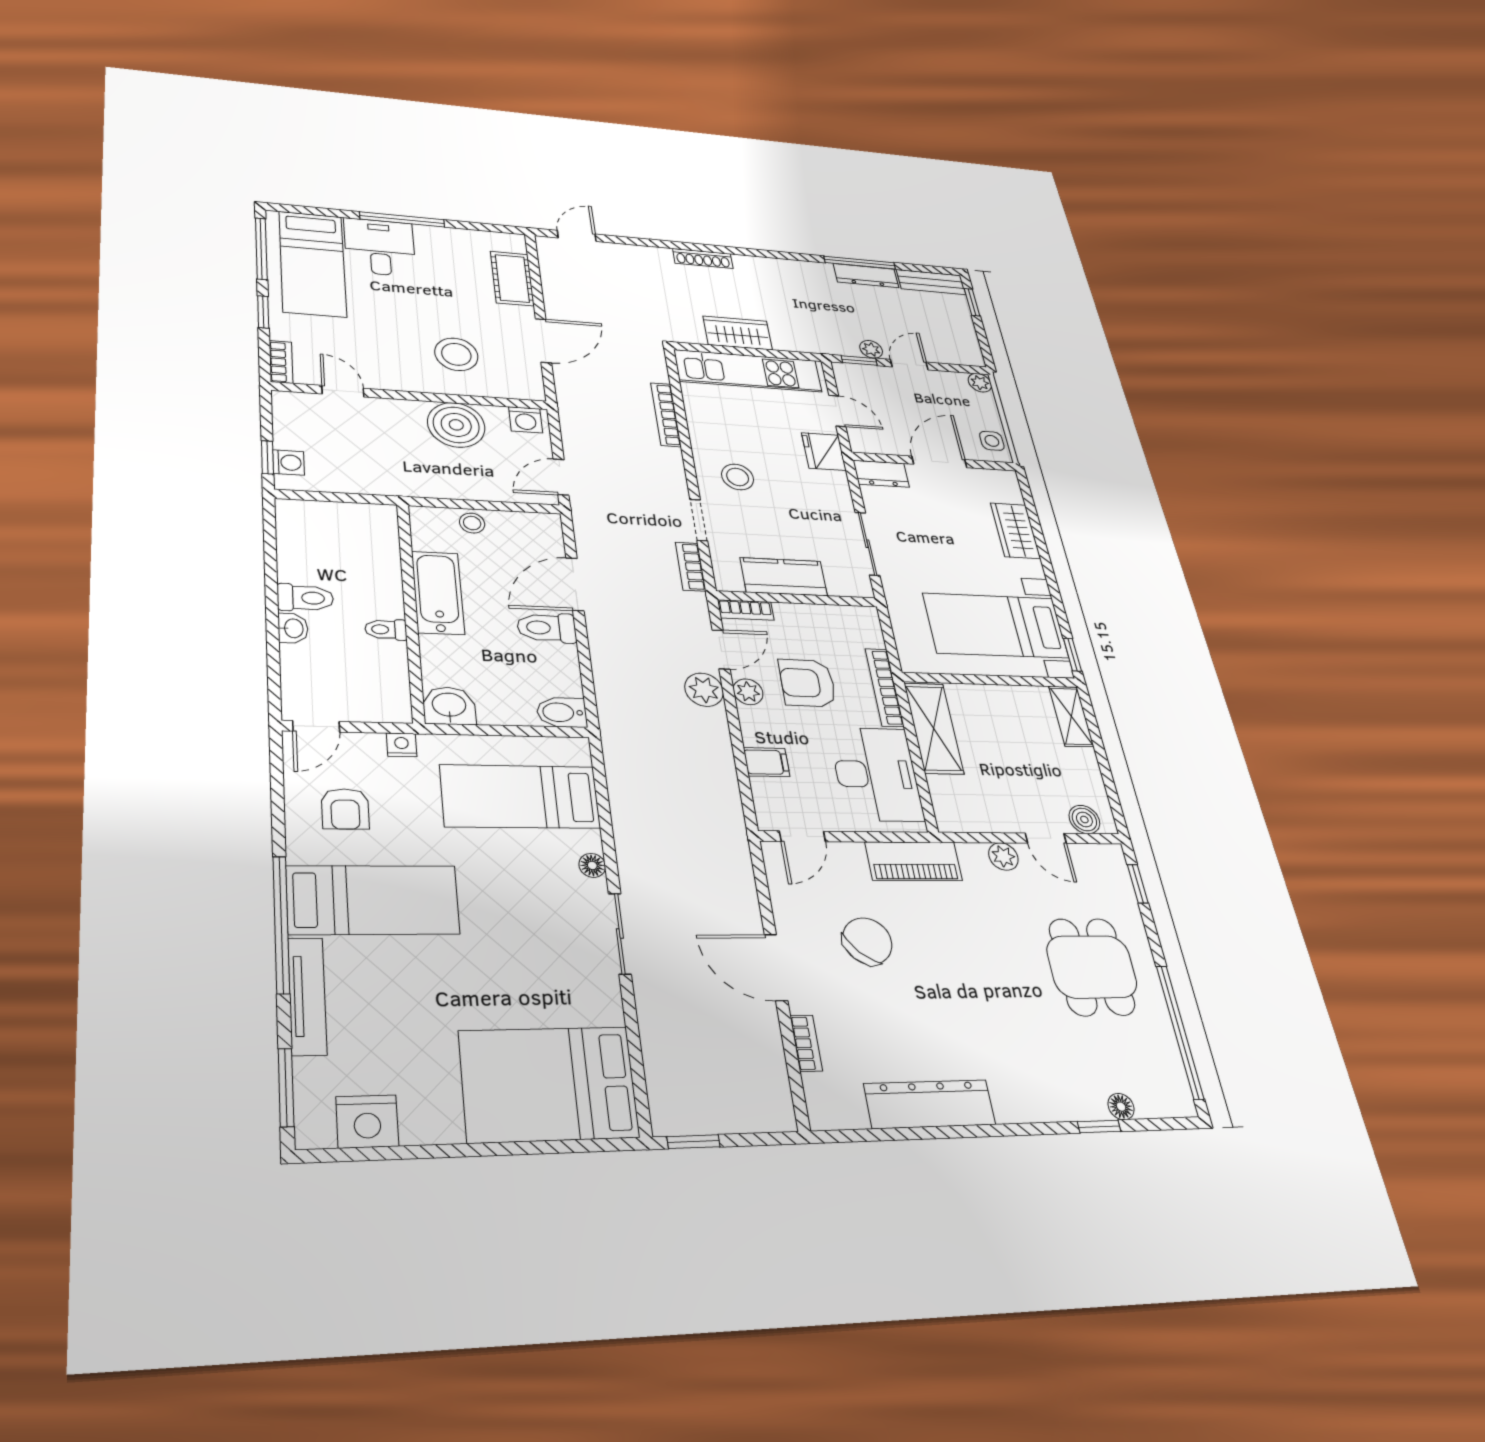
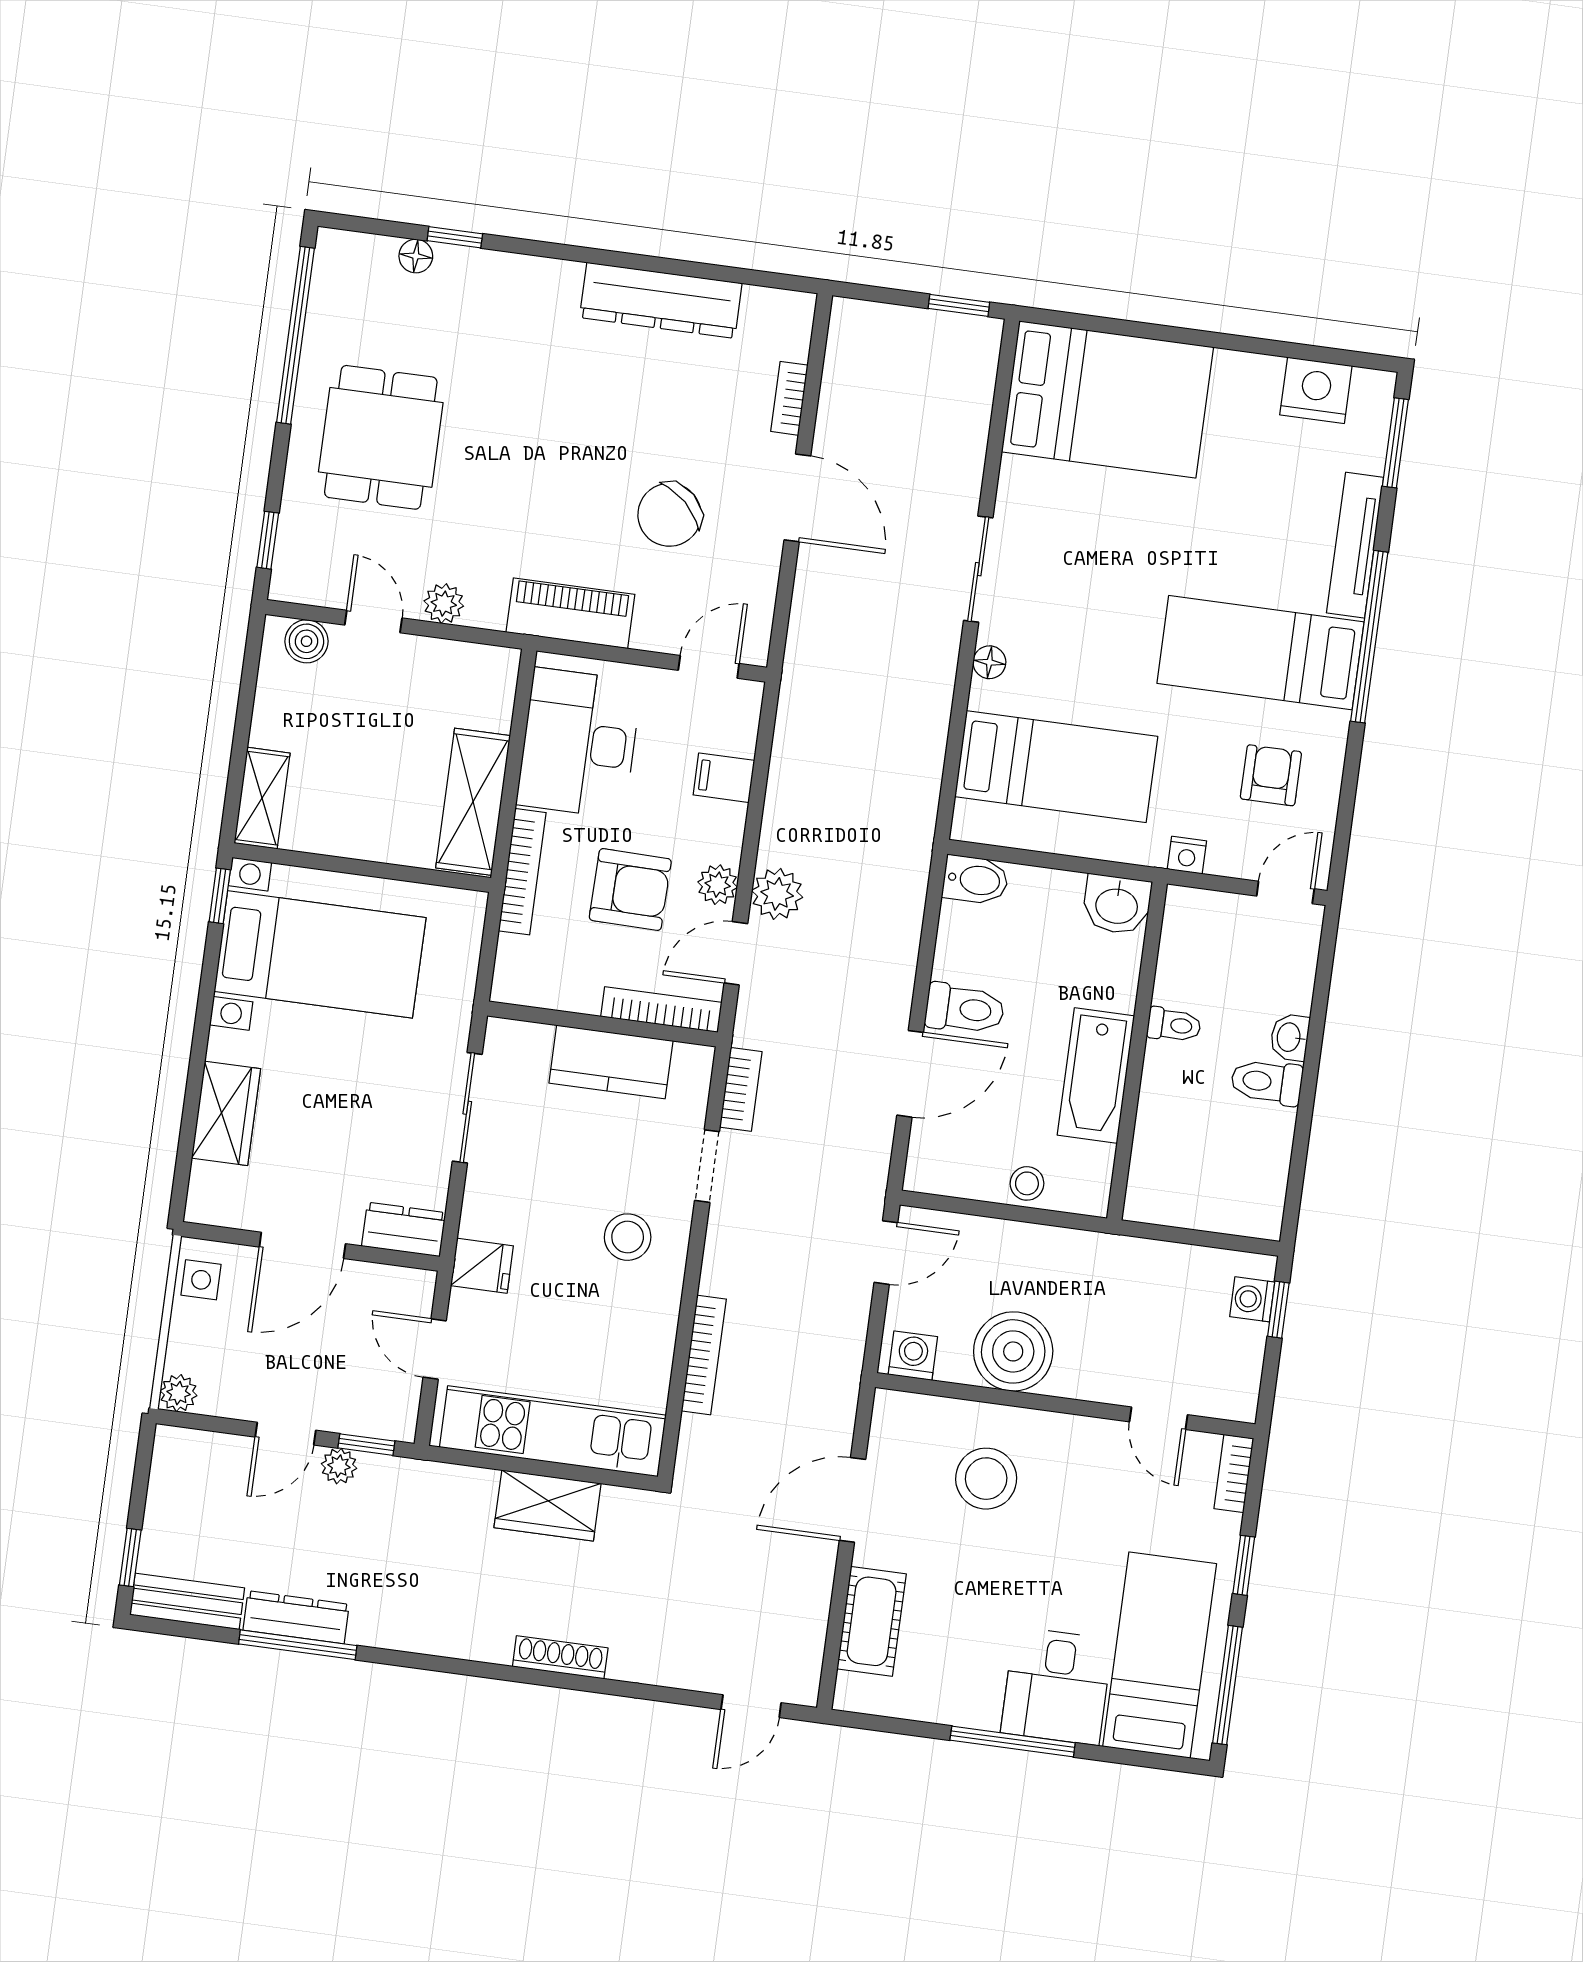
fridge: (824, 452) -> (482, 1266), width x0.72
bookcase: (746, 610) -> (661, 1009), width x1.56

